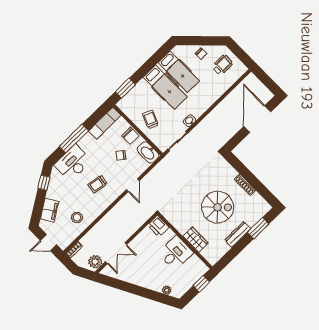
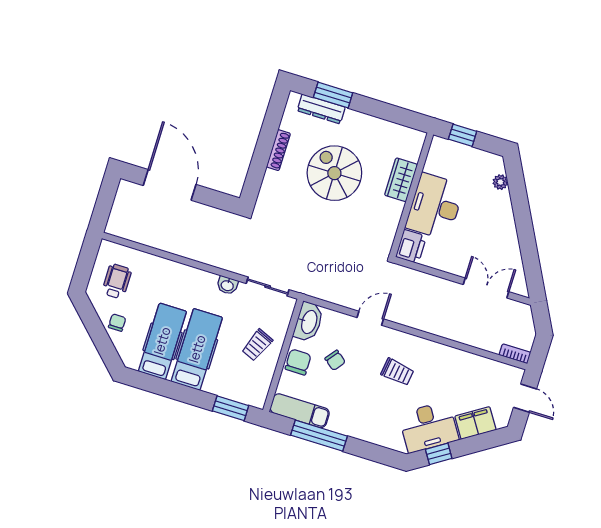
wheelchair: (222, 65) -> (117, 281), turned 90
door: (257, 119) -> (170, 185), swing flipped
window: (74, 139) -> (319, 436), moved
desk: (73, 163) -> (429, 427), moved, turned -32
stool: (77, 218) -> (464, 376), removed
dresser: (238, 234) -> (321, 109), moved
desk: (176, 253) -> (435, 206), width x1.37
plant: (95, 262) -> (516, 312), removed

